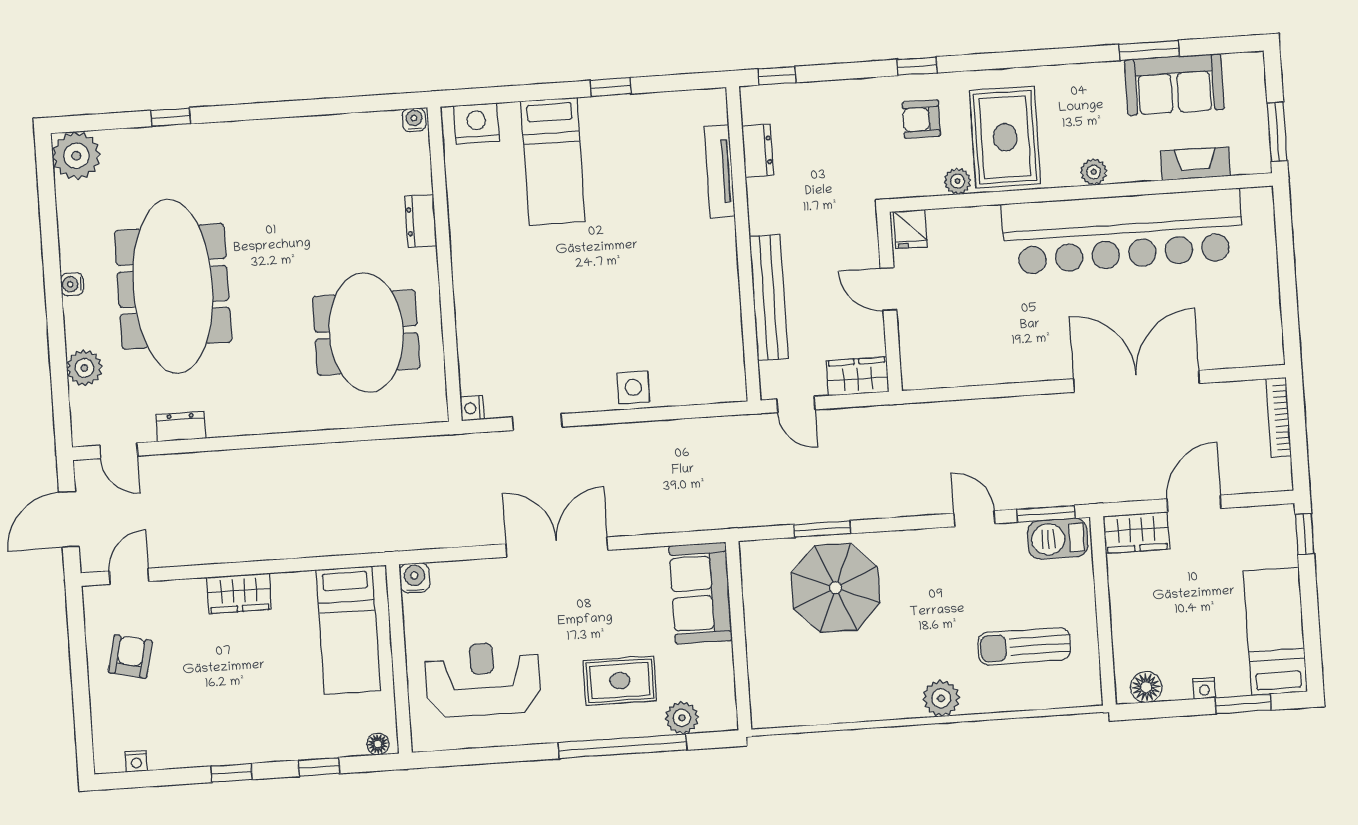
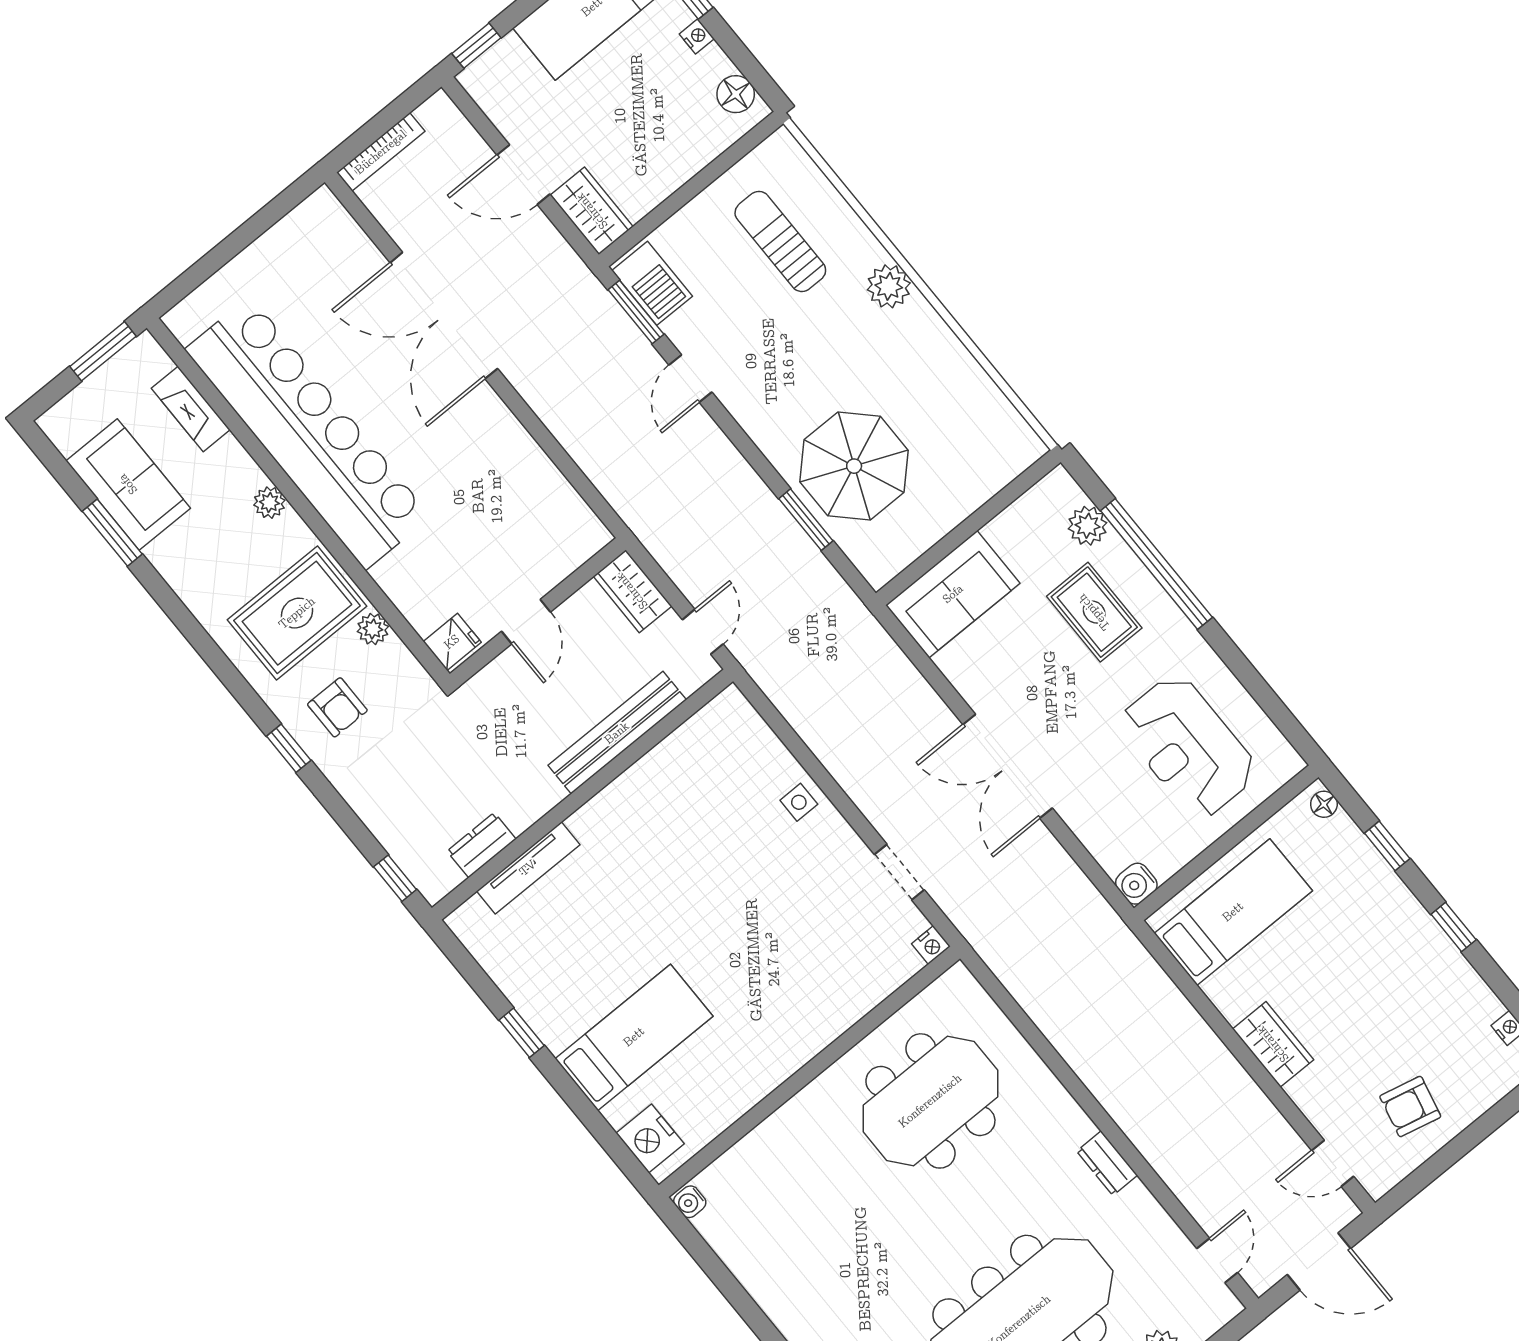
dresser: (421, 221) -> (784, 1125), removed
side table: (633, 387) -> (799, 802), width x0.73, depth x0.73
dresser: (181, 427) -> (1107, 1163), moved
sun lounger: (1024, 646) -> (780, 241), turned 180

